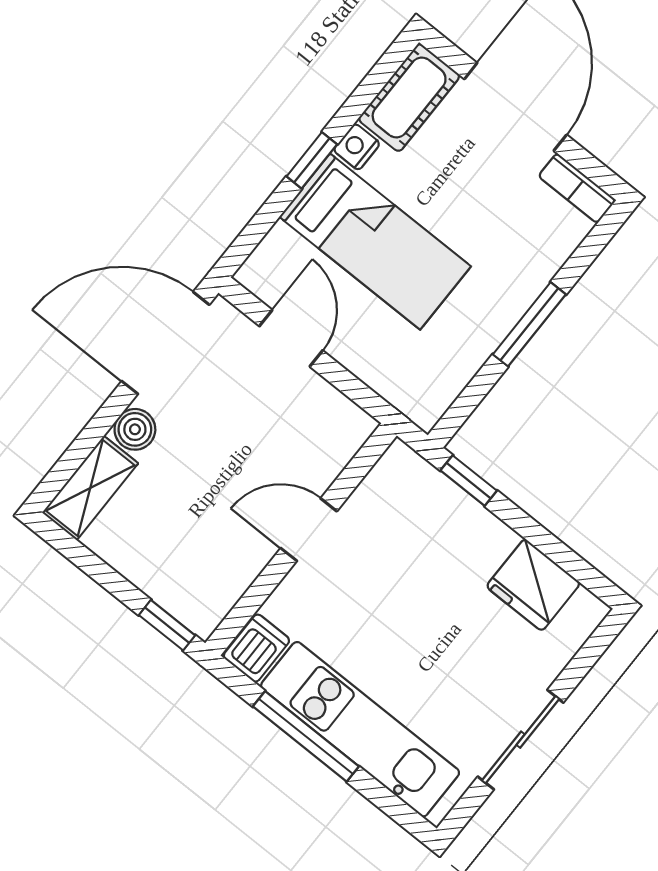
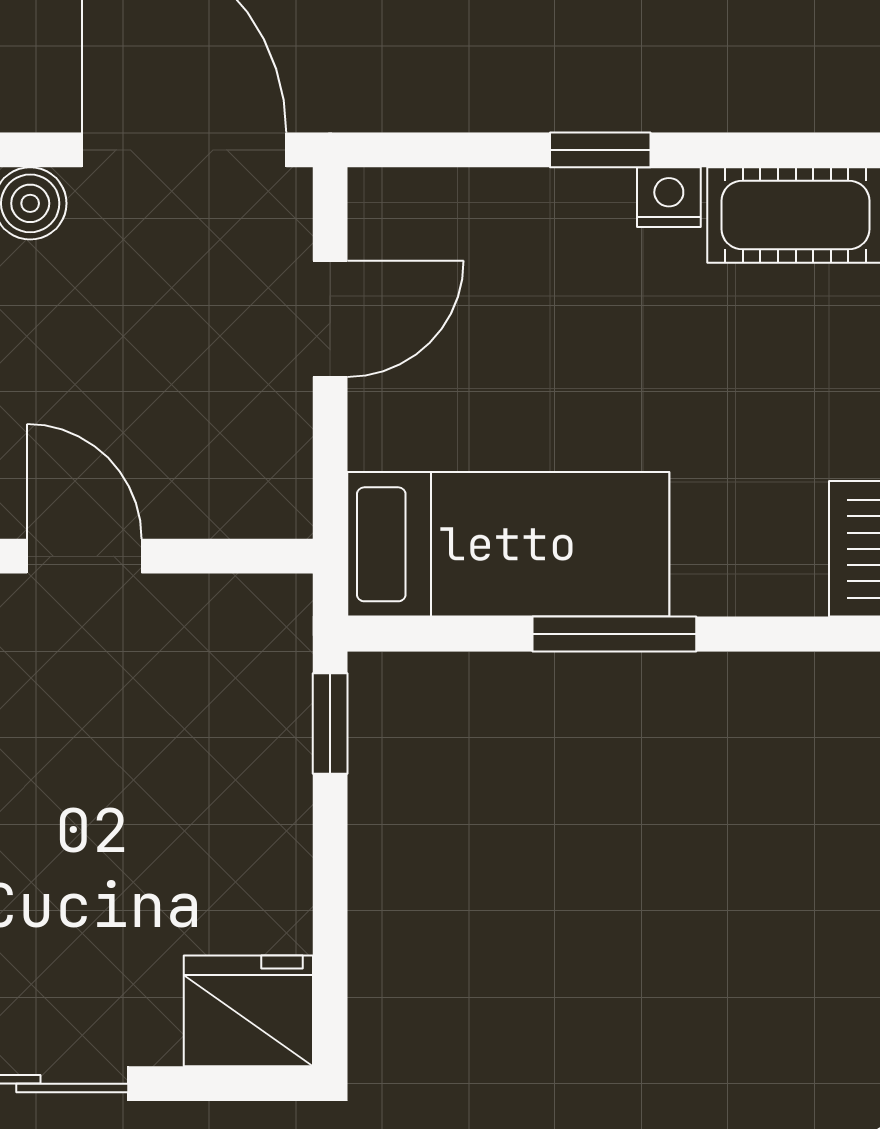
bed: (375, 242) -> (508, 544), moved, turned -90
fridge: (533, 585) -> (248, 1011), moved, turned 90

